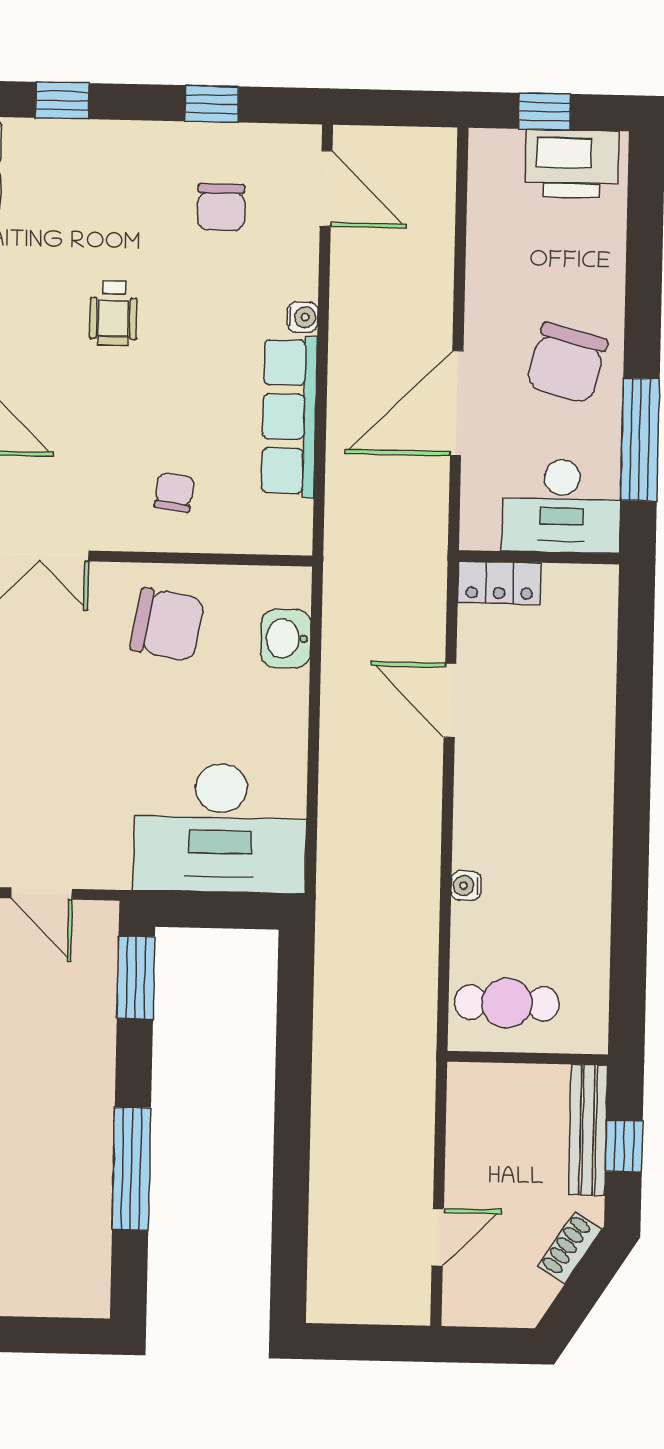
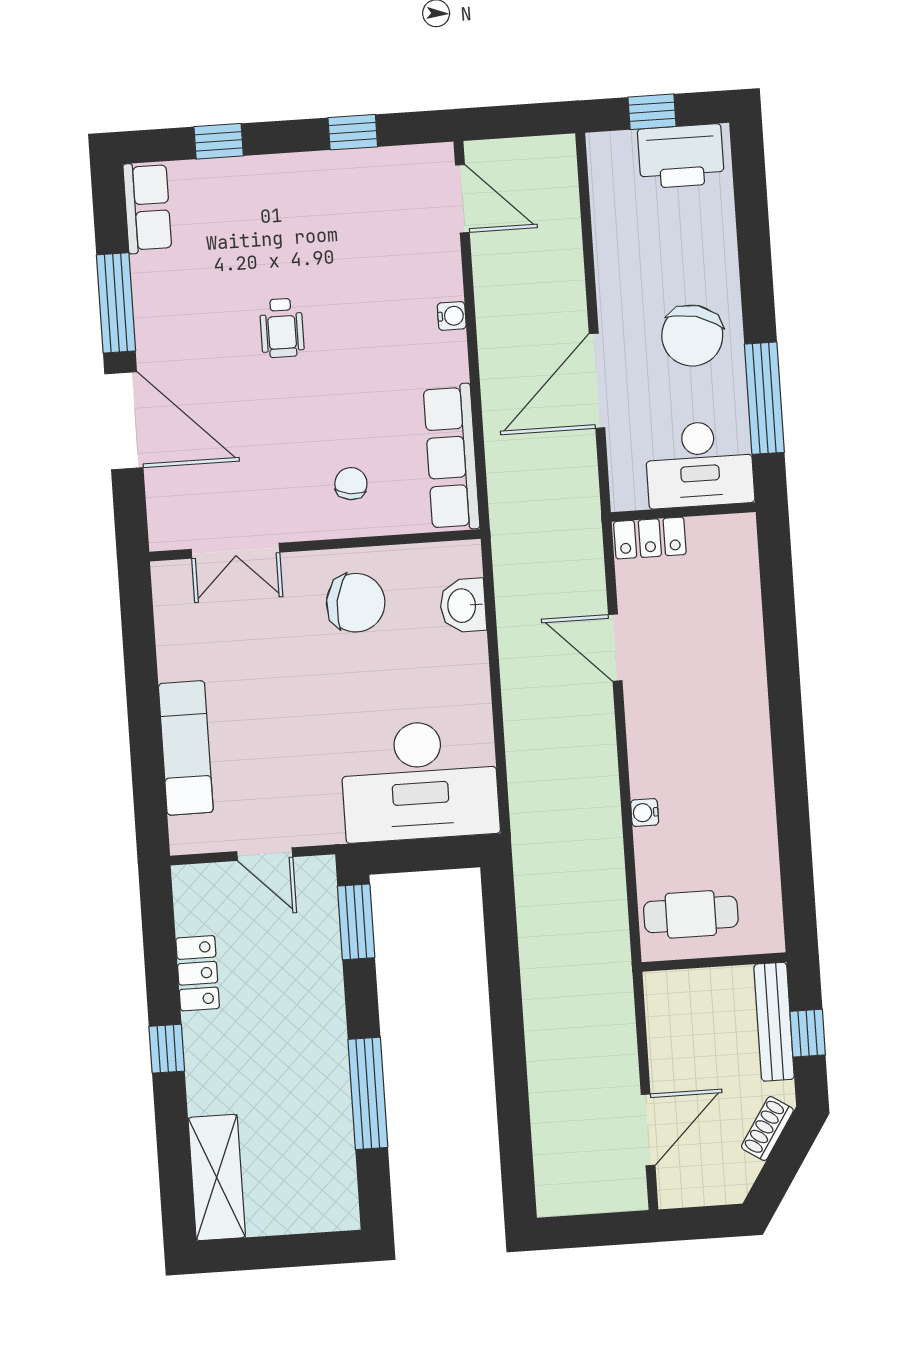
chair: (221, 207) -> (370, 224), removed
row of seats: (289, 417) -> (451, 457), moved
door: (438, 1237) -> (648, 1130), width x1.38

